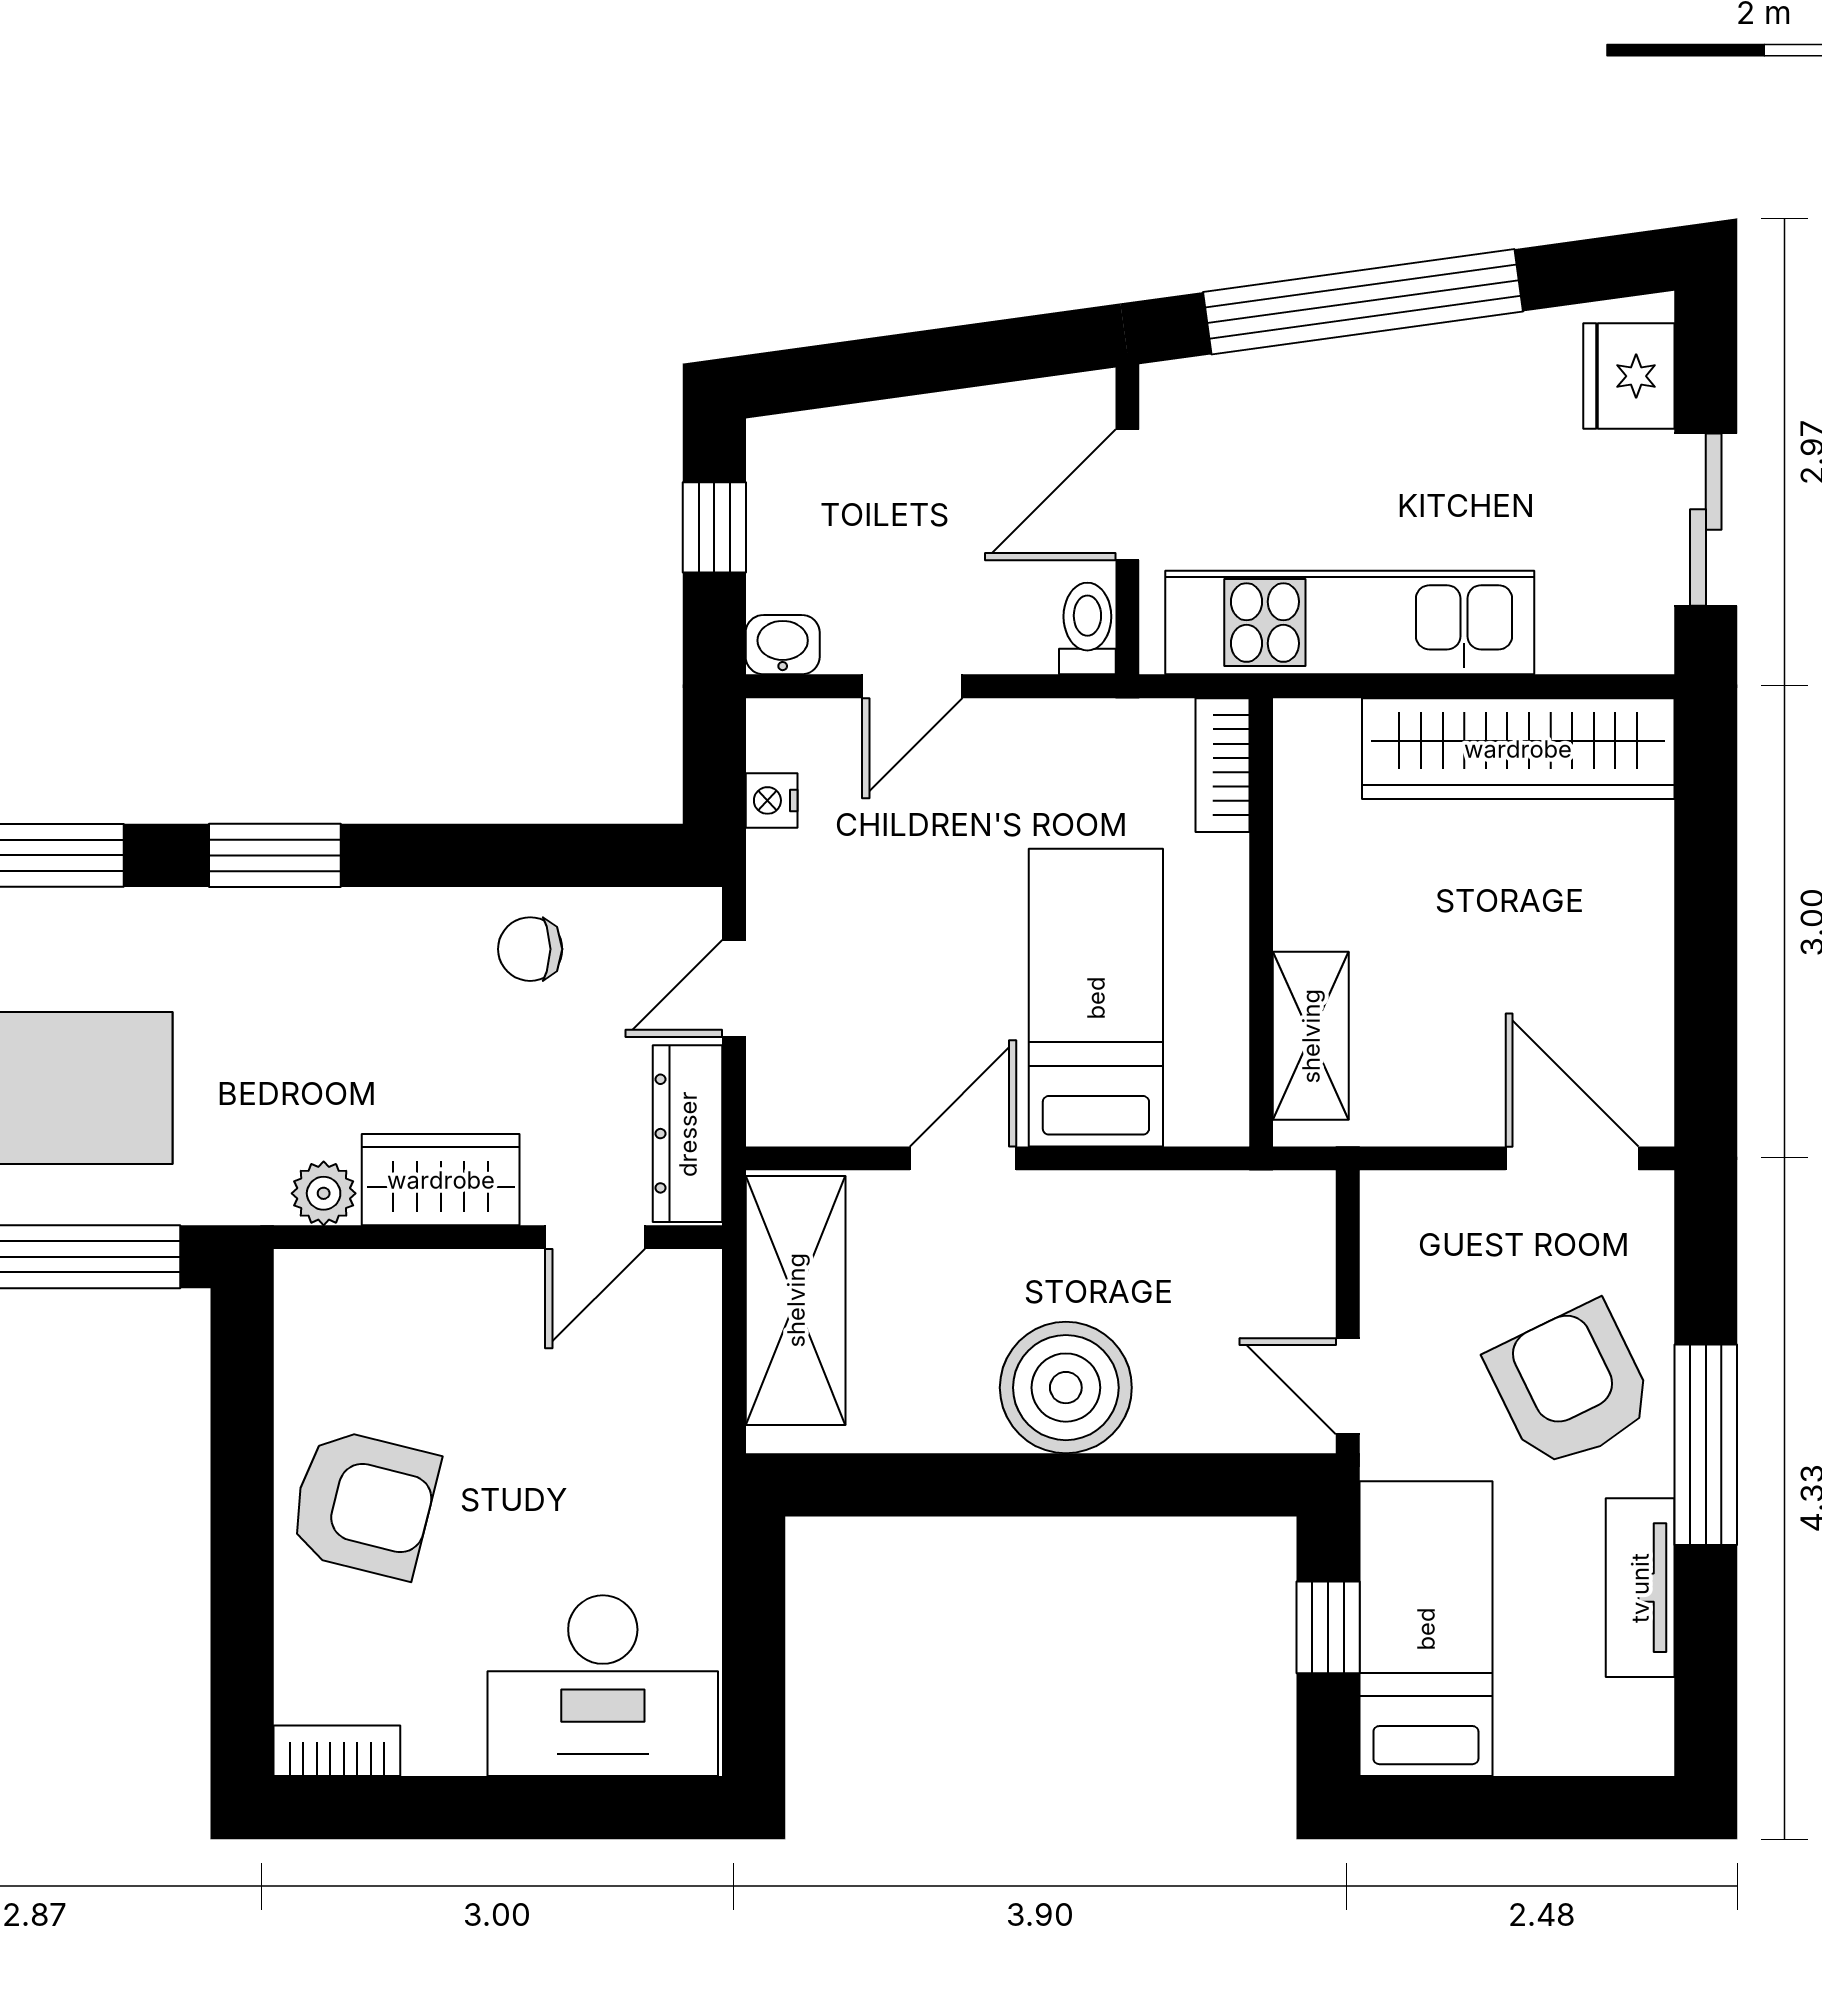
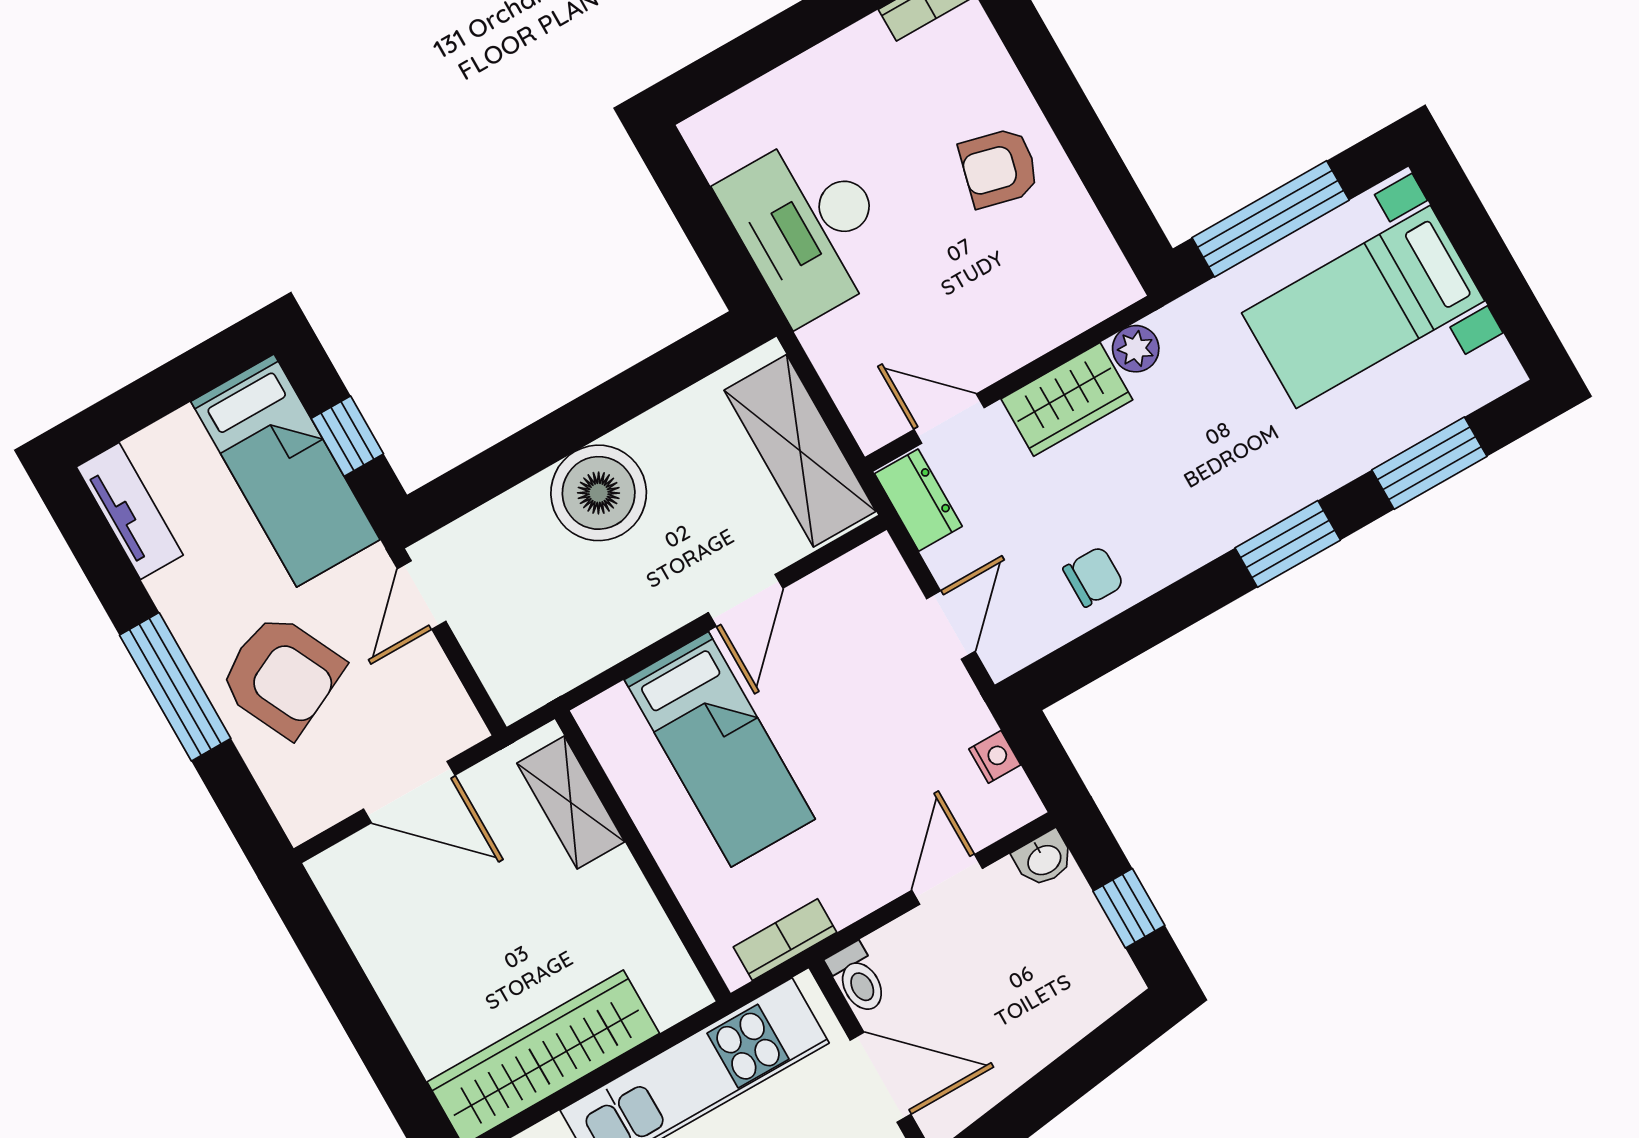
door: (1127, 495) -> (880, 1077), hinge flipped
bookcase: (1223, 765) -> (785, 940), moved, turned -90
dresser: (688, 1134) -> (918, 500), width x0.70
door: (1572, 1158) -> (409, 792), moved
door: (595, 1237) -> (949, 419), hinge flipped
door: (1348, 1386) -> (422, 595), swing flipped
armchair: (364, 1504) -> (999, 168), width x0.72, depth x0.72
tv unit: (1640, 1588) -> (130, 511), moved
desk: (603, 1686) -> (809, 226), moved, turned -90

